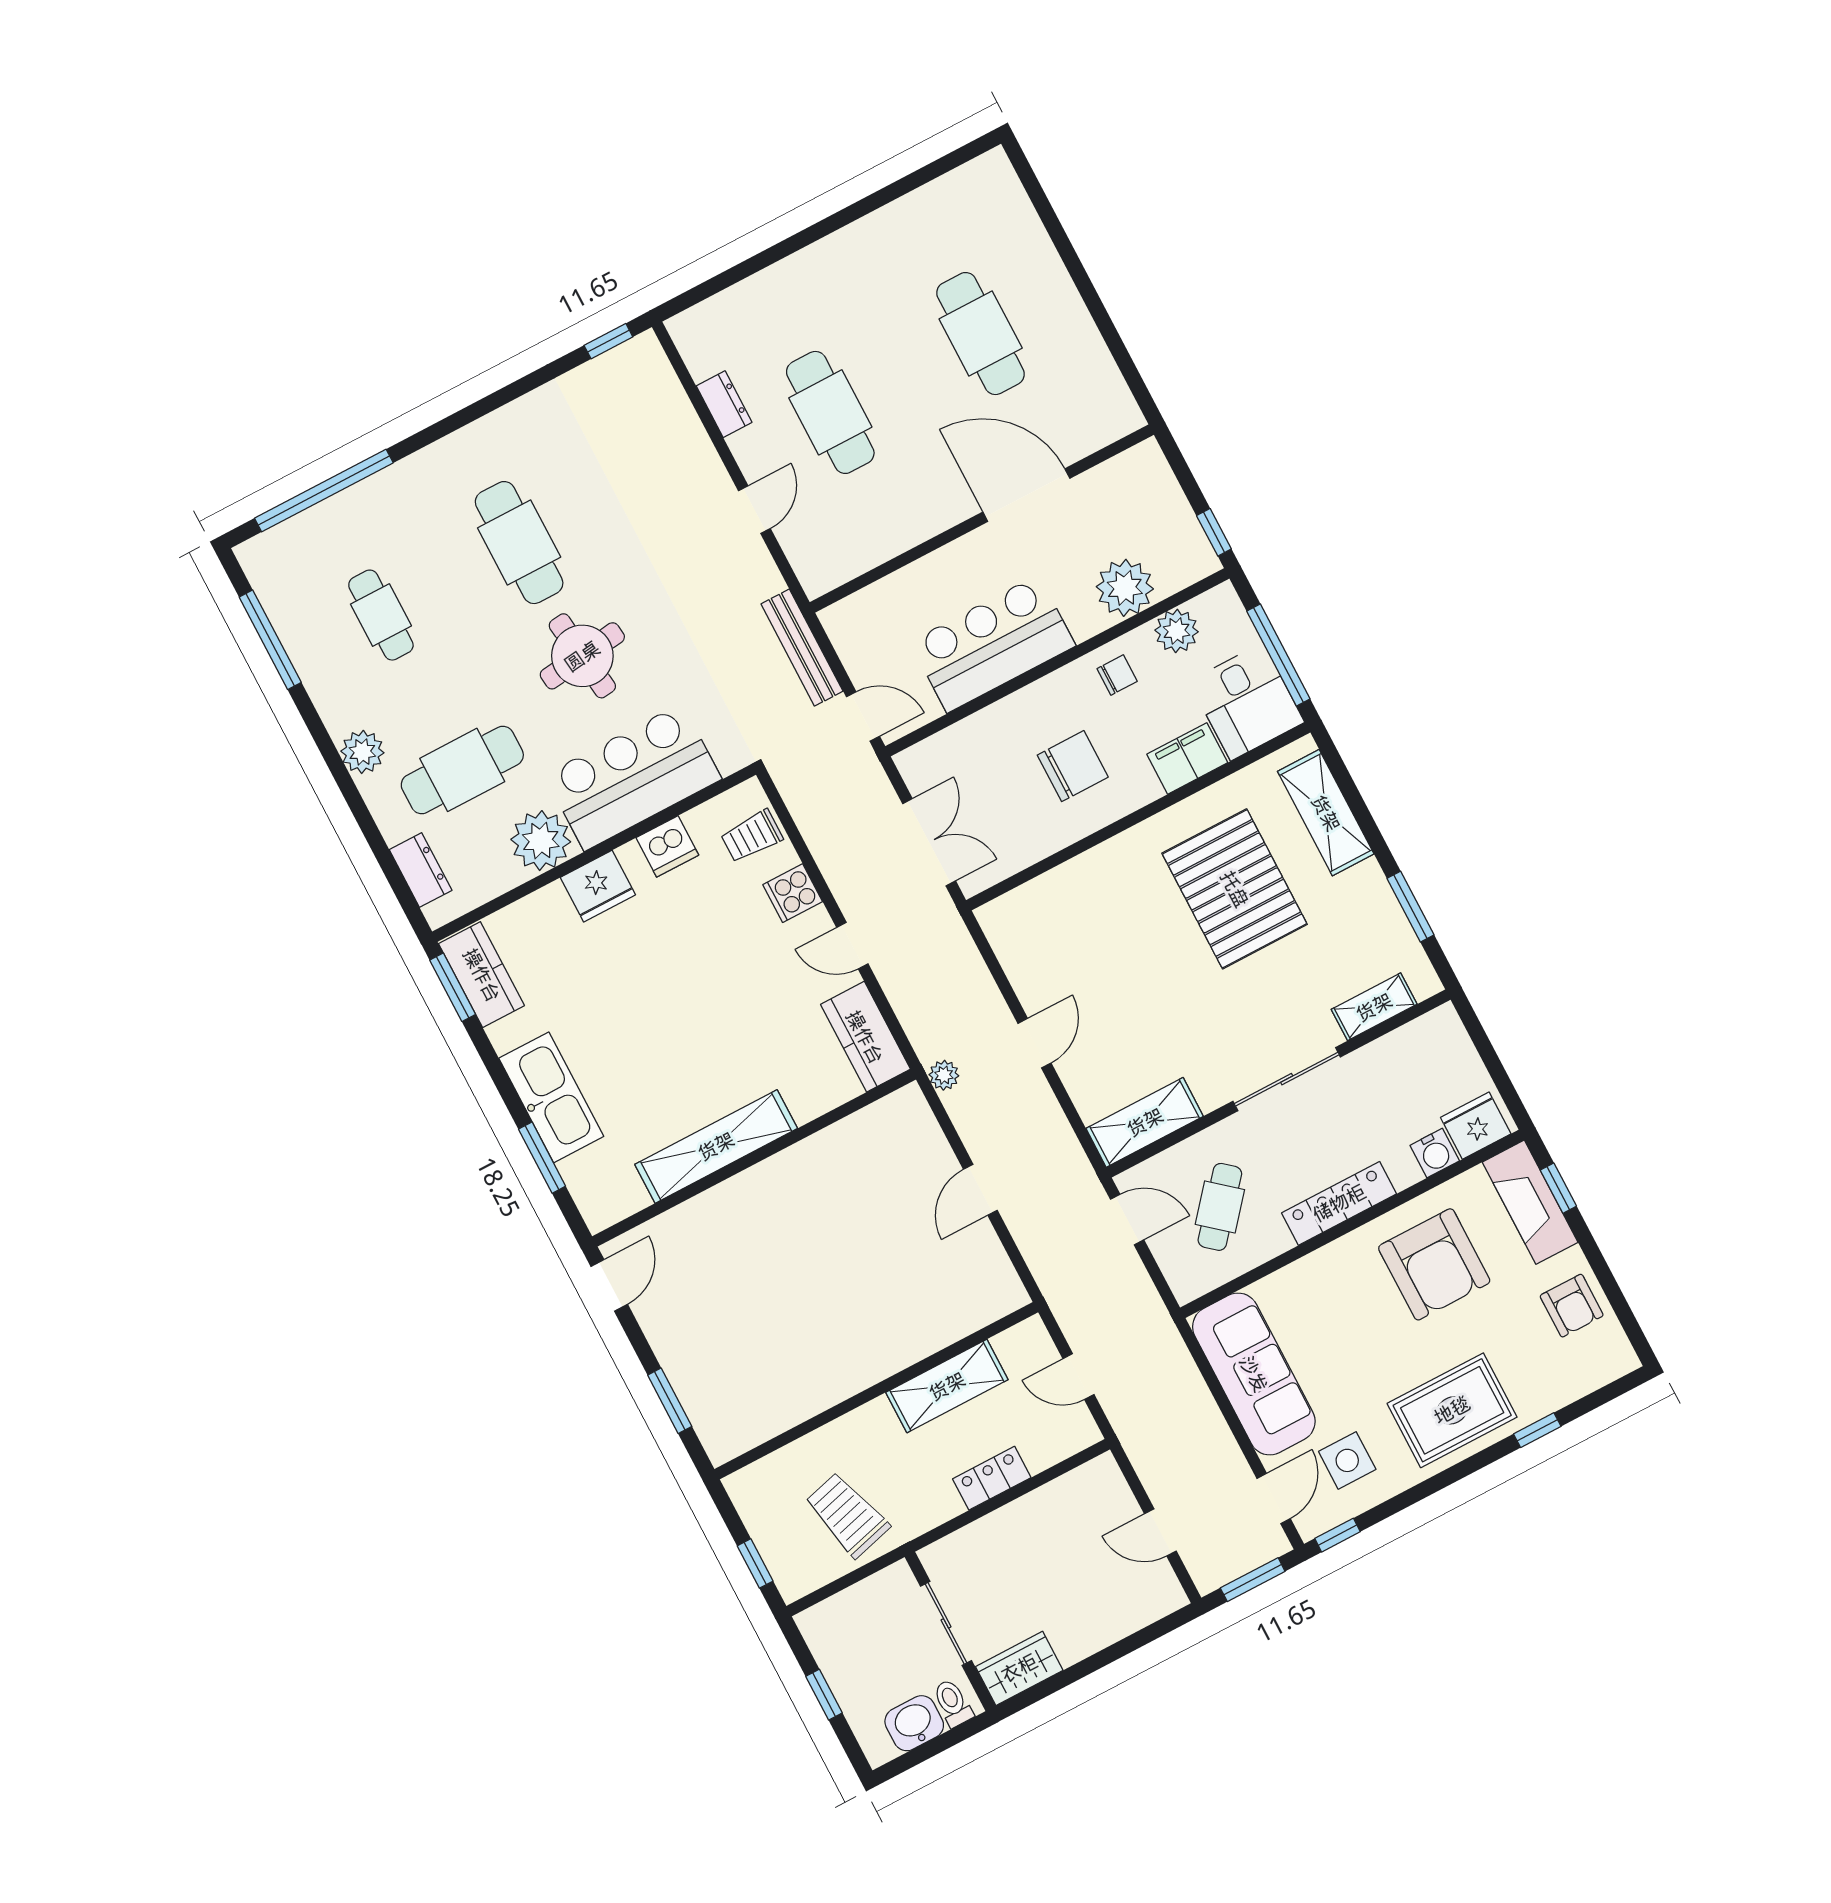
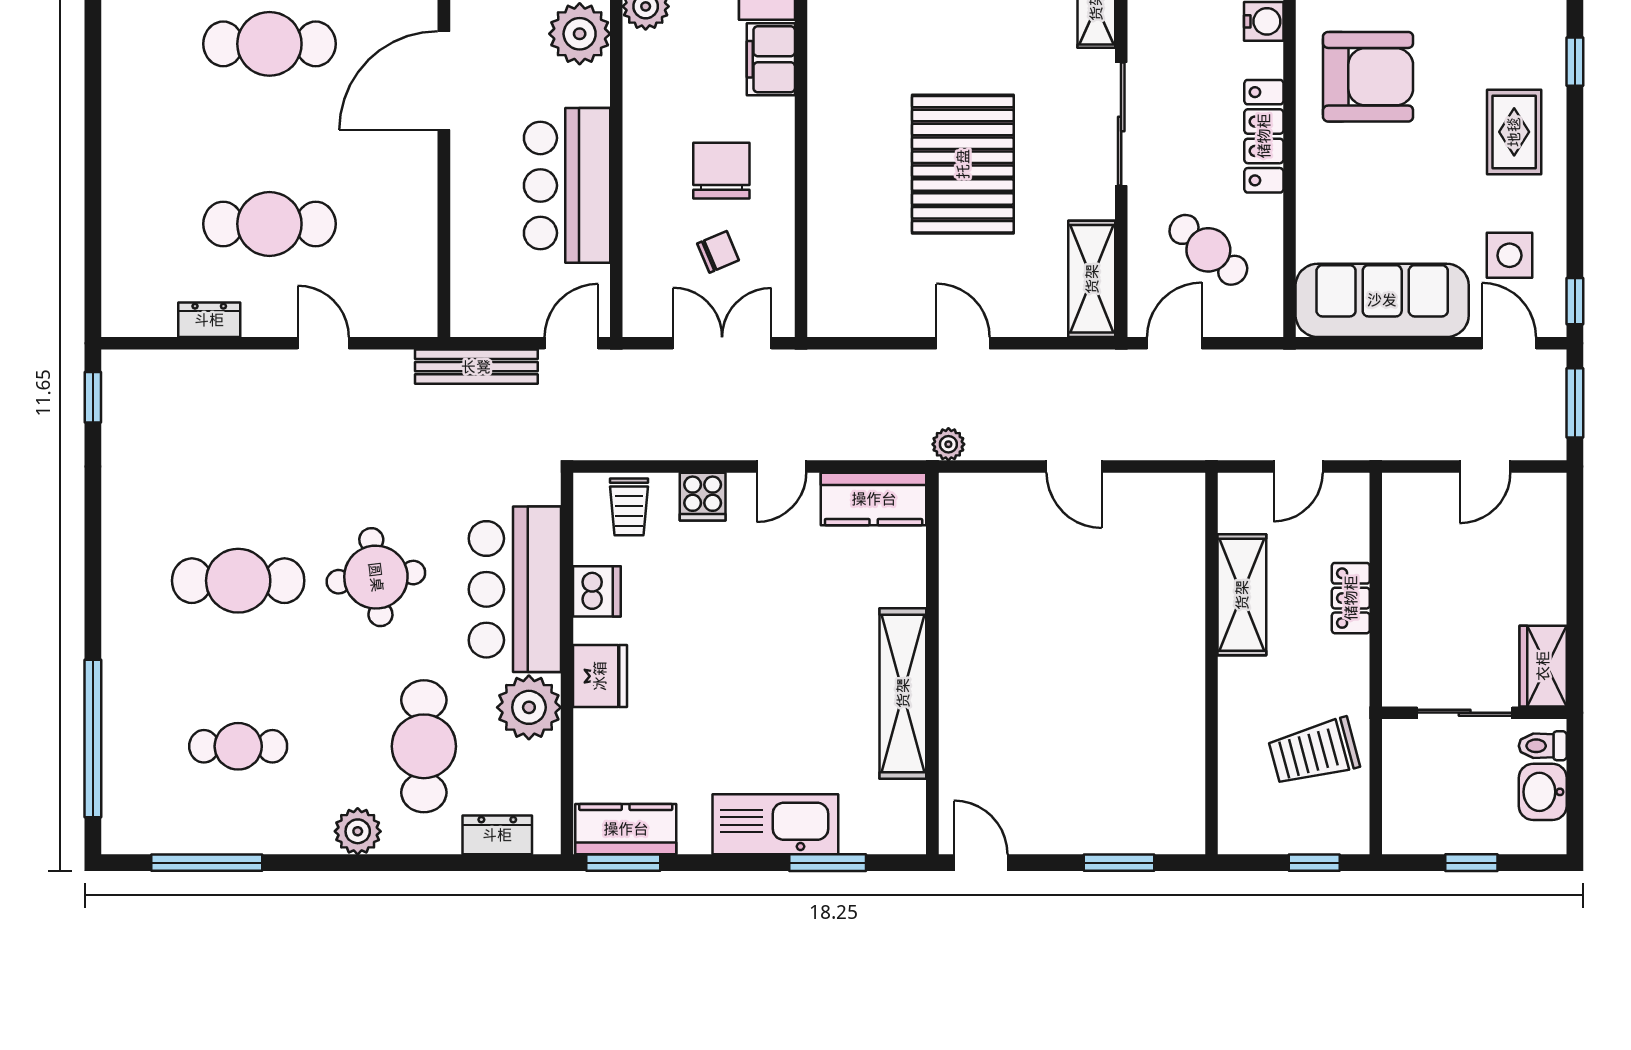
chair: (1117, 675) -> (718, 252), moved, turned 67
pallet: (1235, 889) -> (963, 164), moved, turned 90
rug: (1452, 1410) -> (1514, 132), width x0.73, depth x0.70

